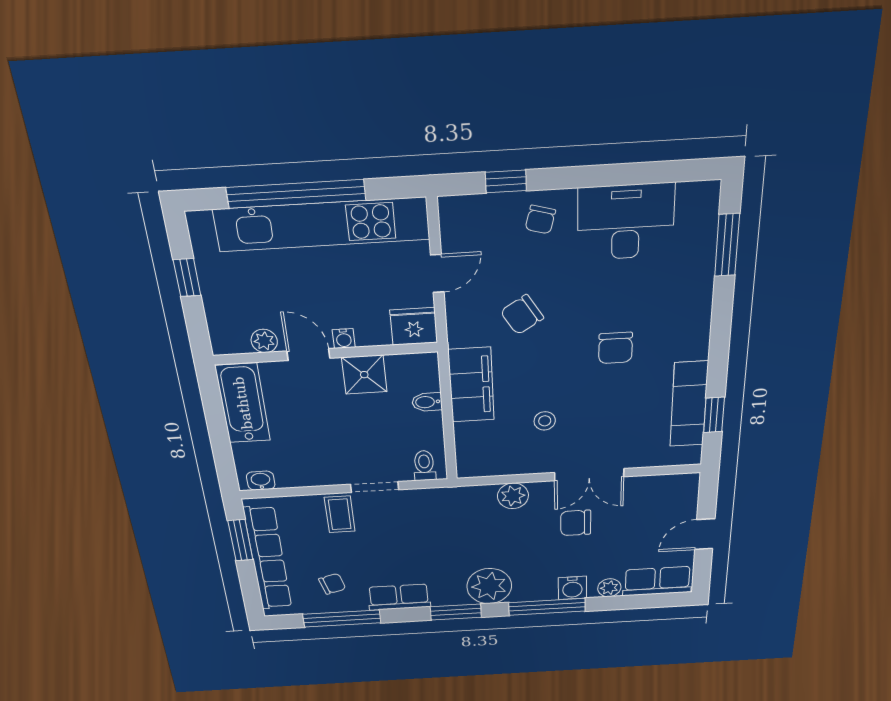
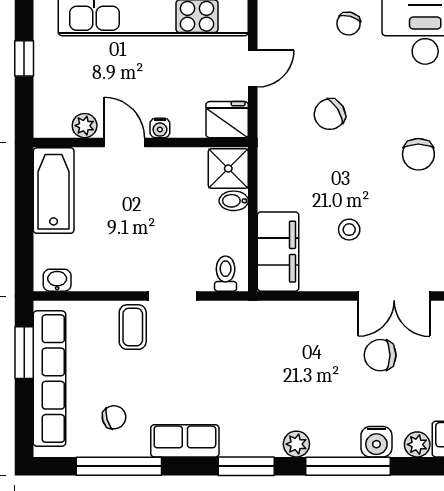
shower: (364, 375) -> (228, 169), moved
filing cabinet: (471, 385) -> (278, 252), moved
plant: (513, 496) -> (315, 316), removed
plant: (489, 586) -> (296, 444), width x0.53, depth x0.53

